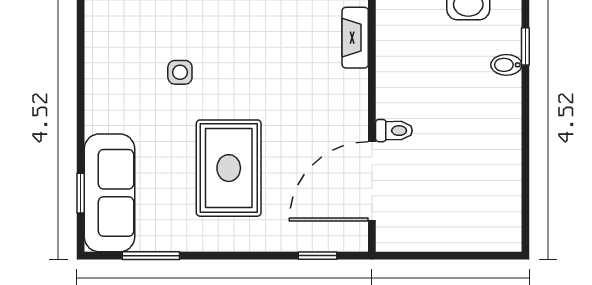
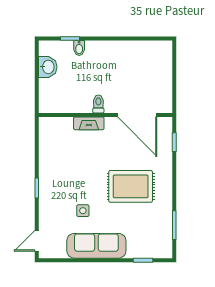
fireplace: (355, 38) -> (89, 123), moved
toilet: (394, 131) -> (98, 104), moved
sofa: (110, 193) -> (96, 246), moved

